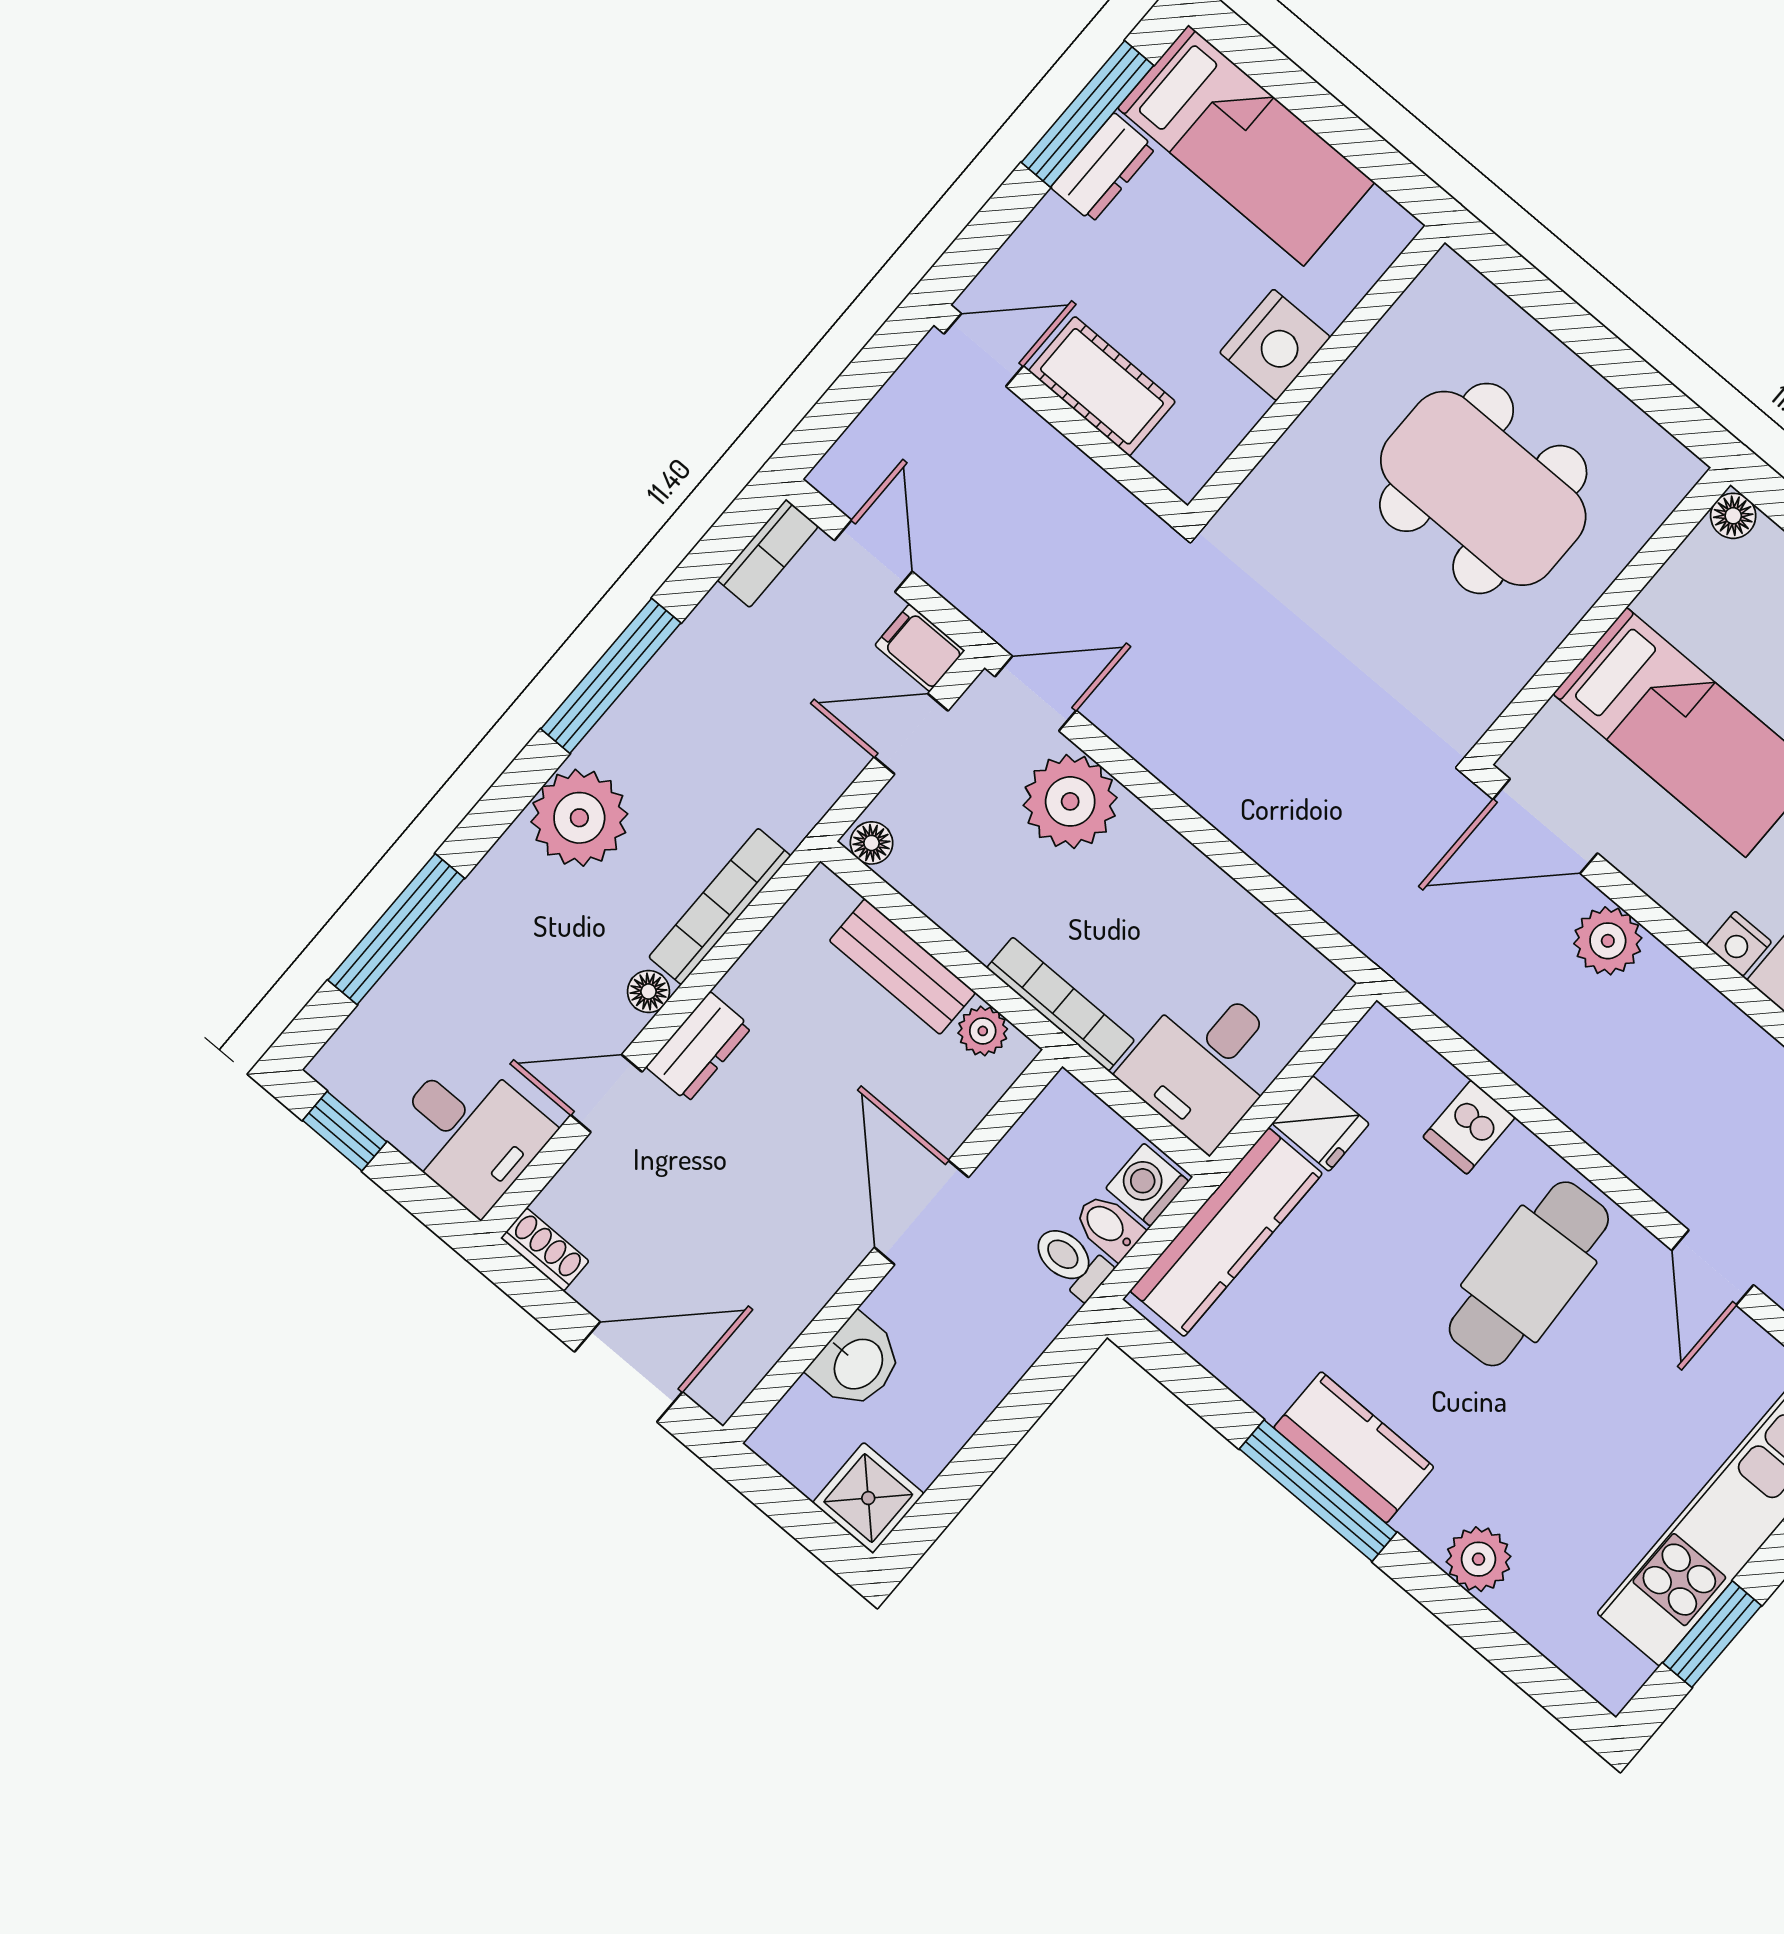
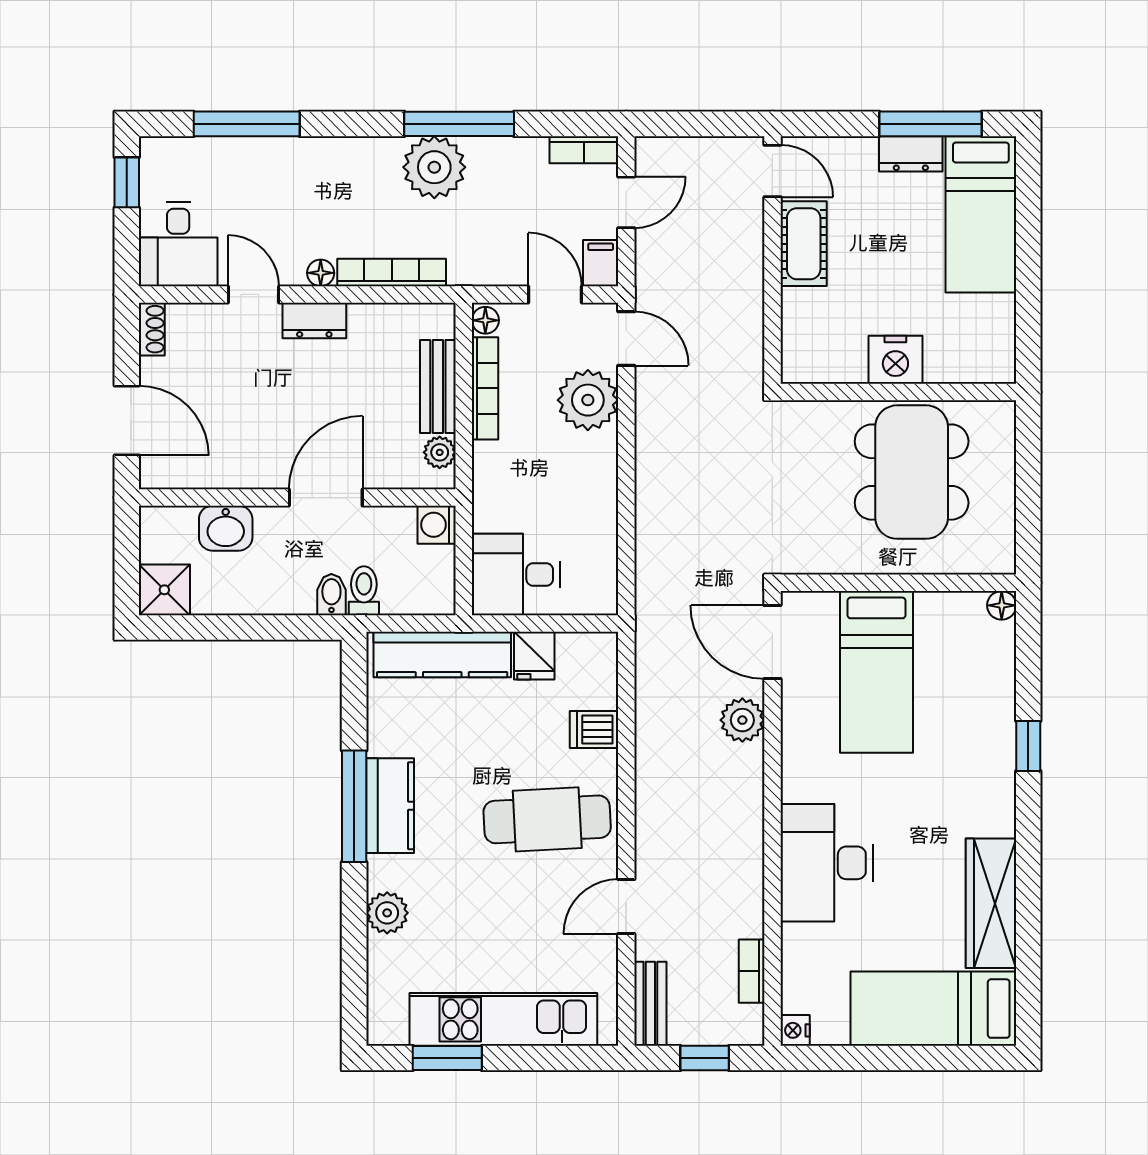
nightstand: (1275, 345) -> (895, 360), moved
wall: (1316, 374) -> (898, 392), moved
plant: (579, 818) -> (434, 167), moved
nightstand: (1739, 944) -> (795, 785), removed
bookcase: (1061, 1004) -> (485, 388), moved
washing machine: (1147, 1185) -> (437, 525), moved, turned -90
bidet: (1108, 1226) -> (331, 595), moved

